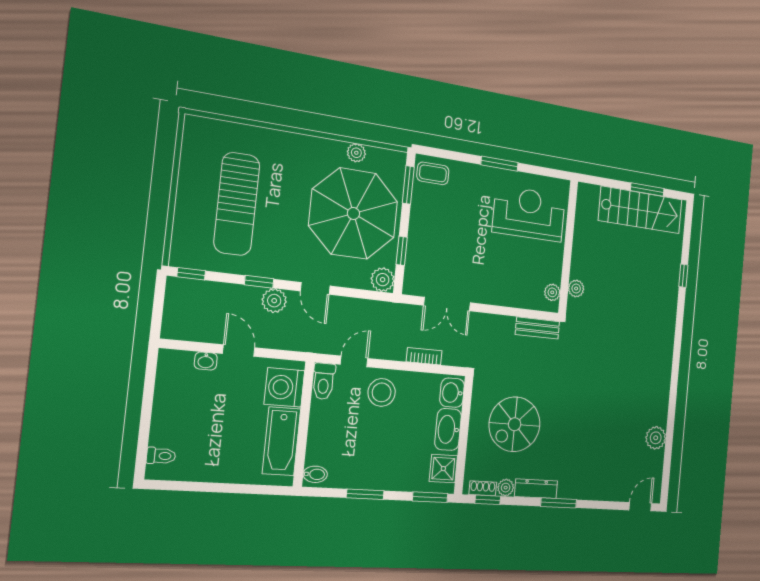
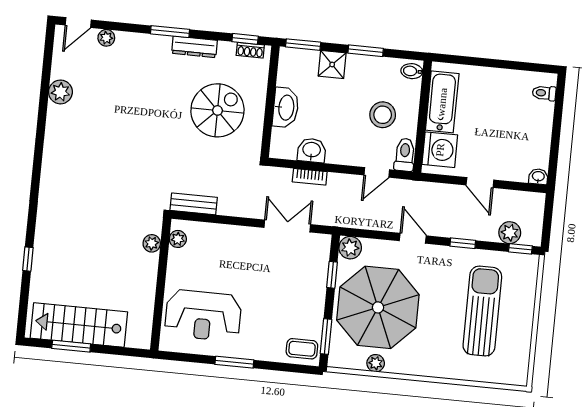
plant: (274, 301) -> (510, 233), moved
washbasin: (206, 361) -> (538, 177), moved
stool: (382, 392) -> (383, 115), moved
washbasin: (452, 393) -> (312, 150), moved, turned -90
shower: (443, 469) -> (332, 64), moved
plant: (506, 488) -> (106, 38), moved

